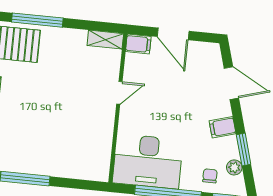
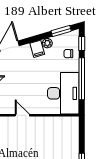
window: (244, 150) -> (61, 31), moved
plant: (234, 167) -> (47, 43), moved

